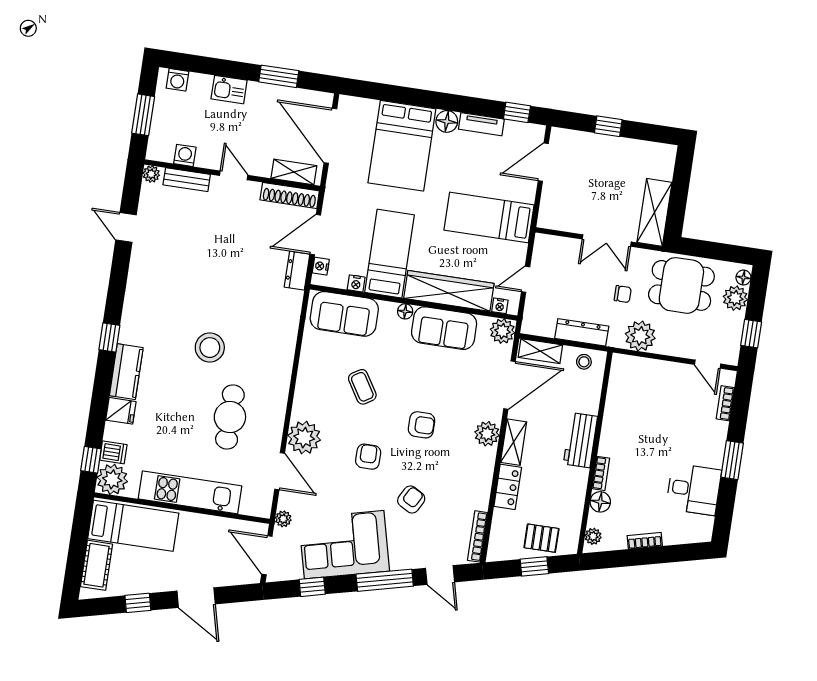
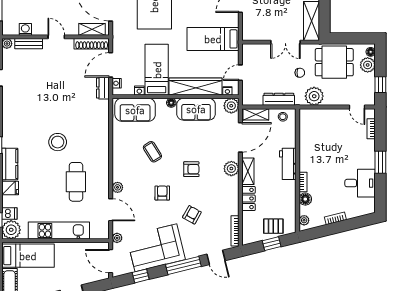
plant: (304, 438) -> (118, 187), width x0.53, depth x0.53

